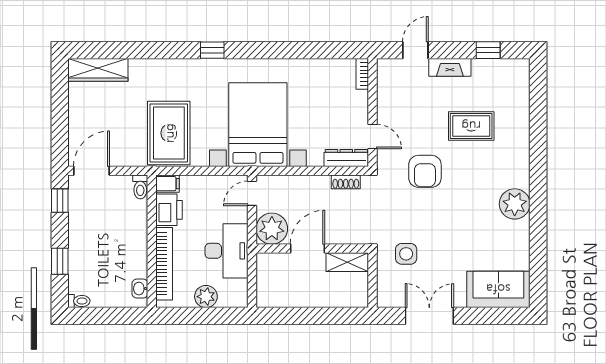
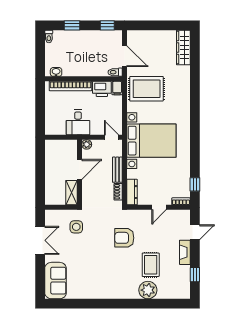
window: (212, 50) -> (195, 184), moved
door: (415, 50) -> (195, 232), hinge flipped
door: (373, 136) -> (159, 207), moved
door: (91, 171) -> (125, 56), moved
bench: (308, 183) -> (117, 170), added
plant: (515, 204) -> (148, 290), moved
plant: (272, 229) -> (87, 144), width x0.53, depth x0.53
door: (307, 248) -> (79, 169), hinge flipped
desk: (226, 251) -> (78, 122), width x0.73
plant: (206, 297) -> (51, 110), removed

